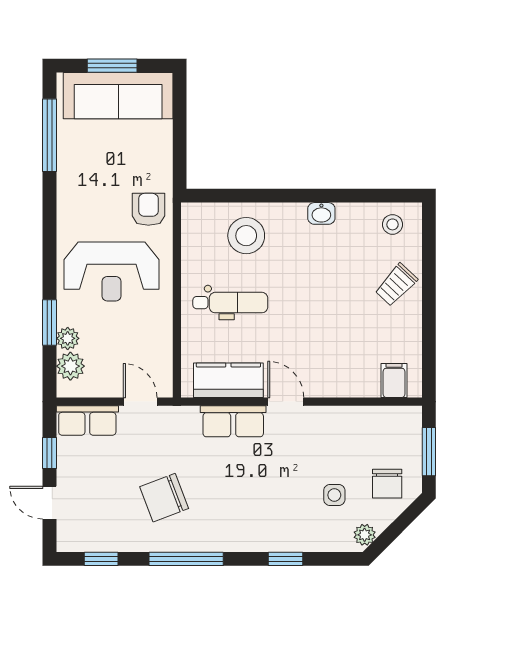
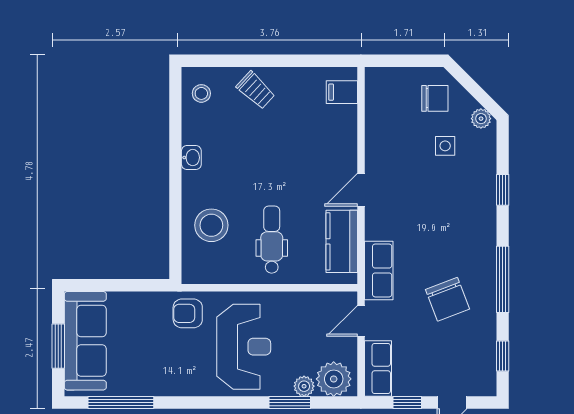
plant: (70, 366) -> (334, 379), width x1.36, depth x1.36
row of seats: (233, 421) -> (379, 270), moved
window: (429, 452) -> (406, 61), removed

